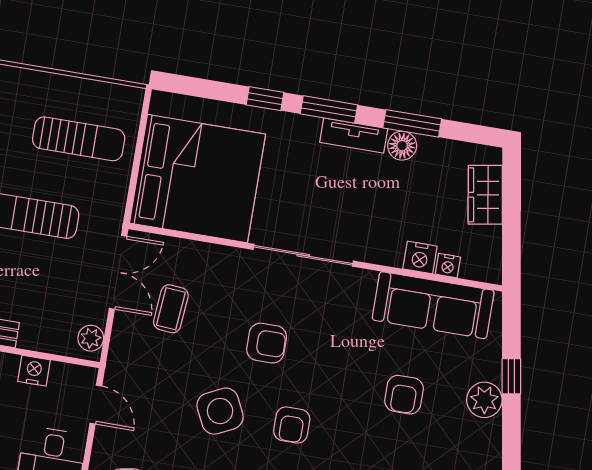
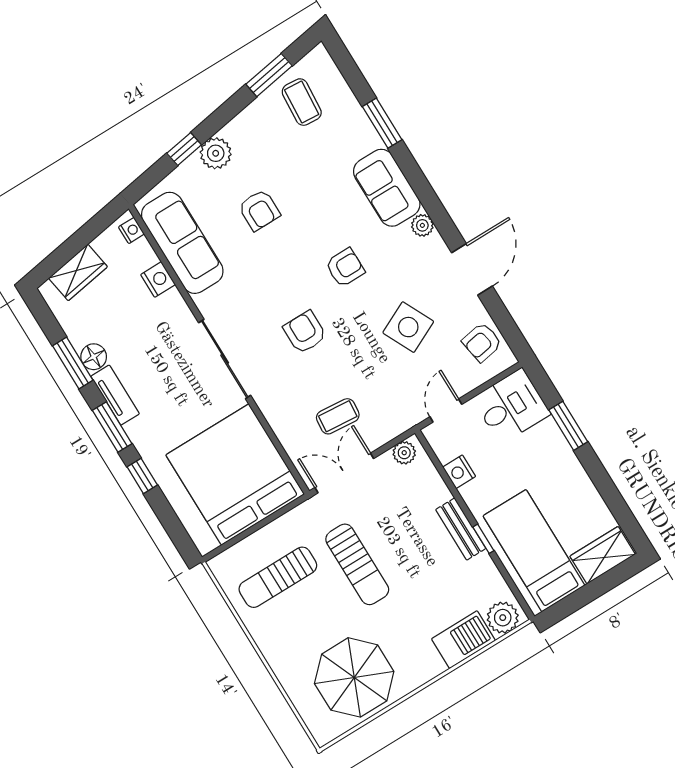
sun lounger: (79, 139) -> (278, 577), turned -90
nightstand: (448, 266) -> (131, 230), moved
armchair: (404, 395) -> (259, 210), turned 90
side table: (220, 411) -> (408, 327), moved

